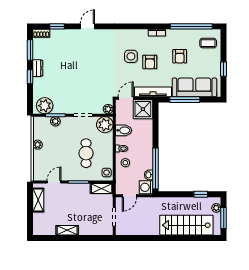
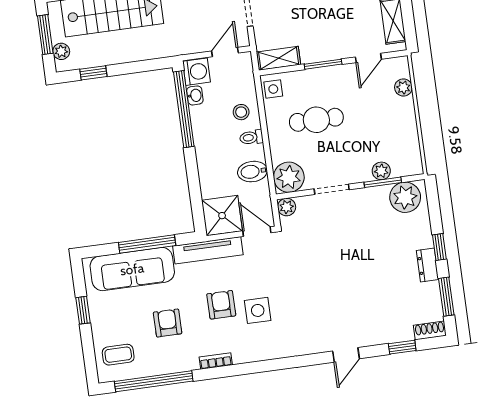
door: (126, 98) -> (257, 232), swing flipped
plant: (38, 145) -> (403, 87), moved
cafe table: (86, 153) -> (316, 120), turned 90

